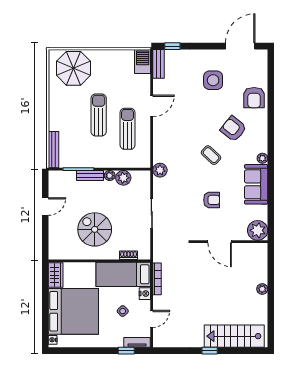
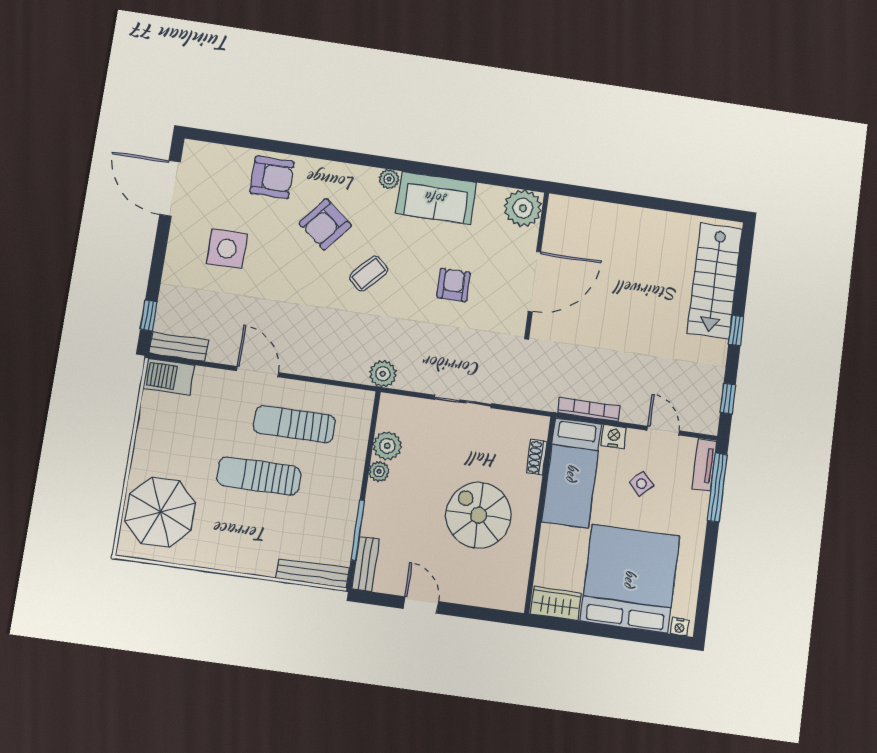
bench: (90, 175) -> (365, 564), moved
spiral stairs: (95, 229) -> (478, 515), turned 90
door: (220, 242) -> (534, 282), width x1.36
plant: (262, 289) -> (633, 216), removed
window: (126, 351) -> (717, 488), width x2.17
window: (173, 351) -> (728, 399), added

